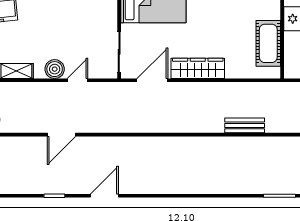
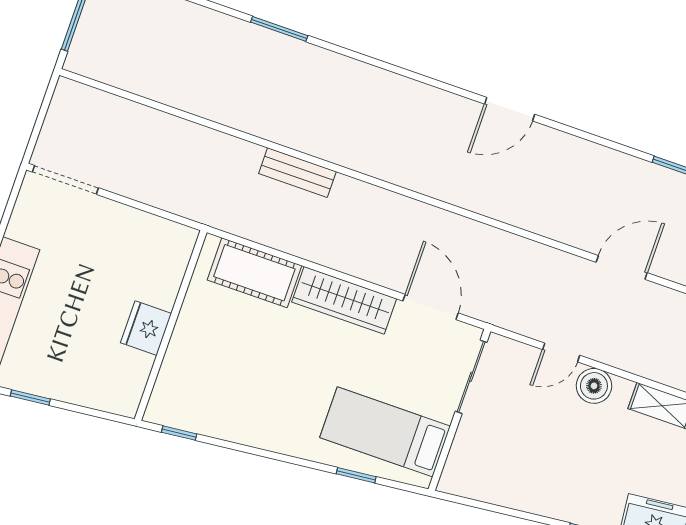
cot: (268, 43) -> (254, 273), moved, turned 90
door: (152, 80) -> (431, 307), swing flipped
door: (104, 196) -> (510, 109), moved

